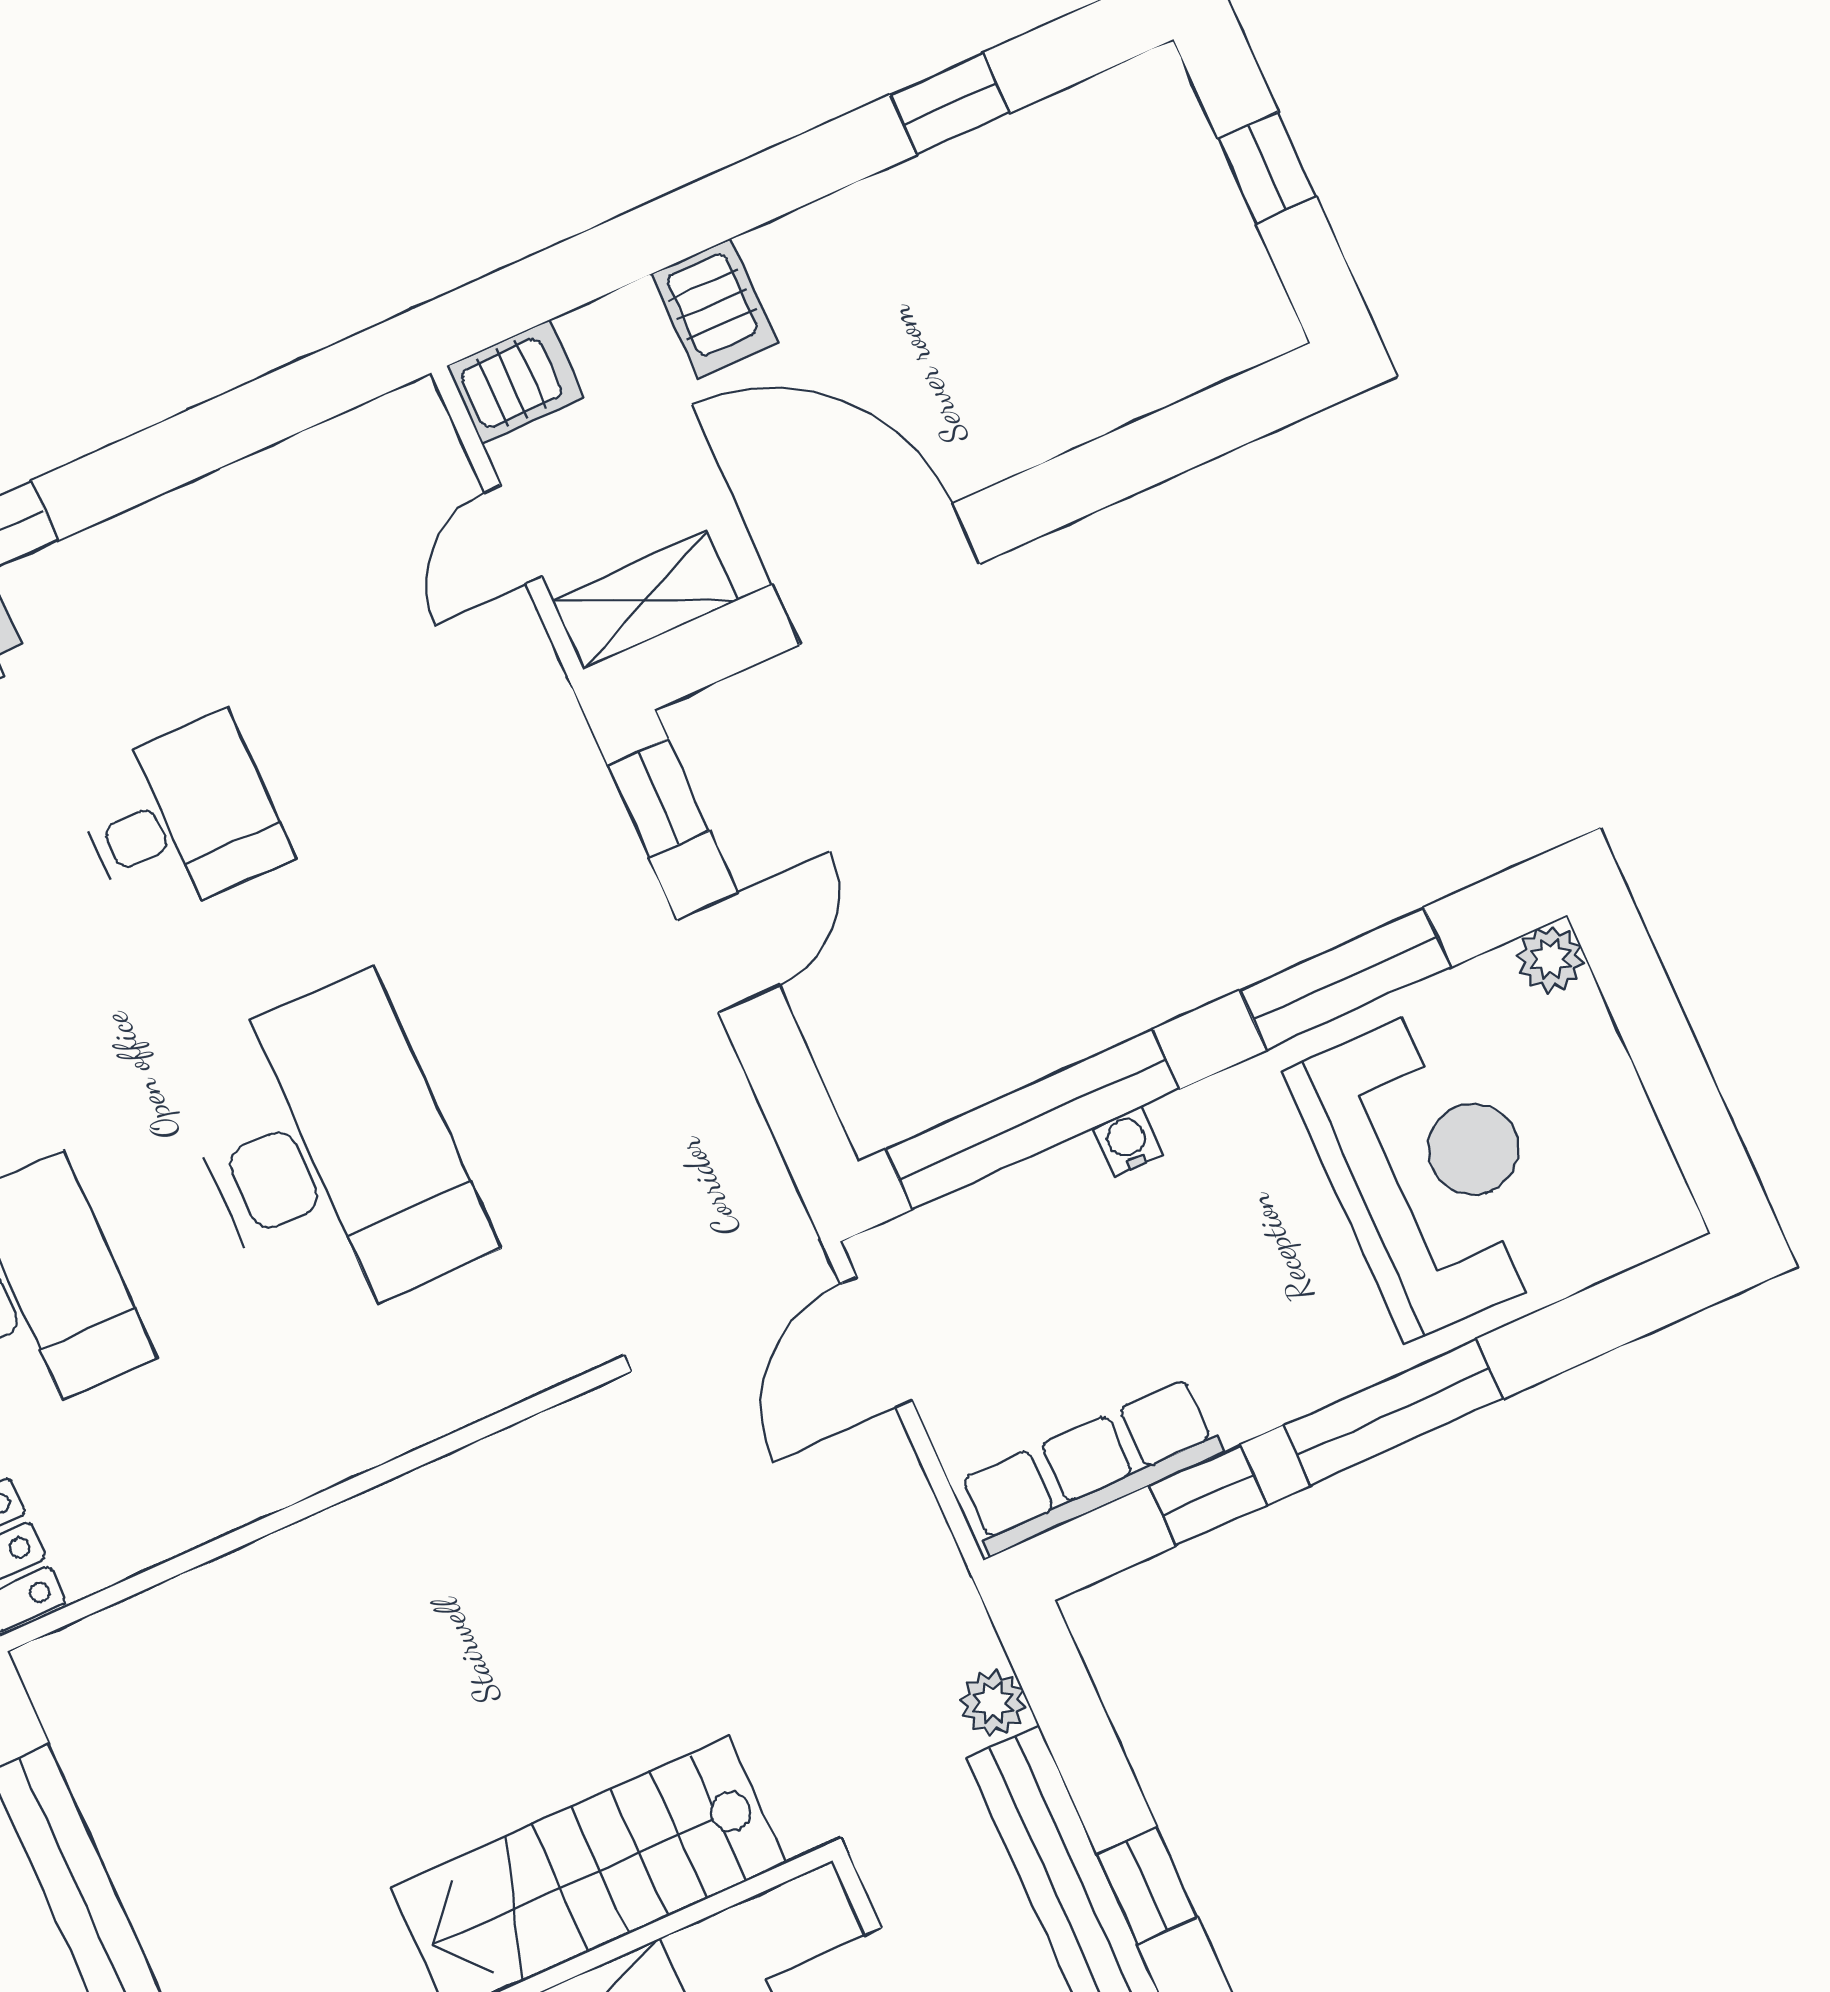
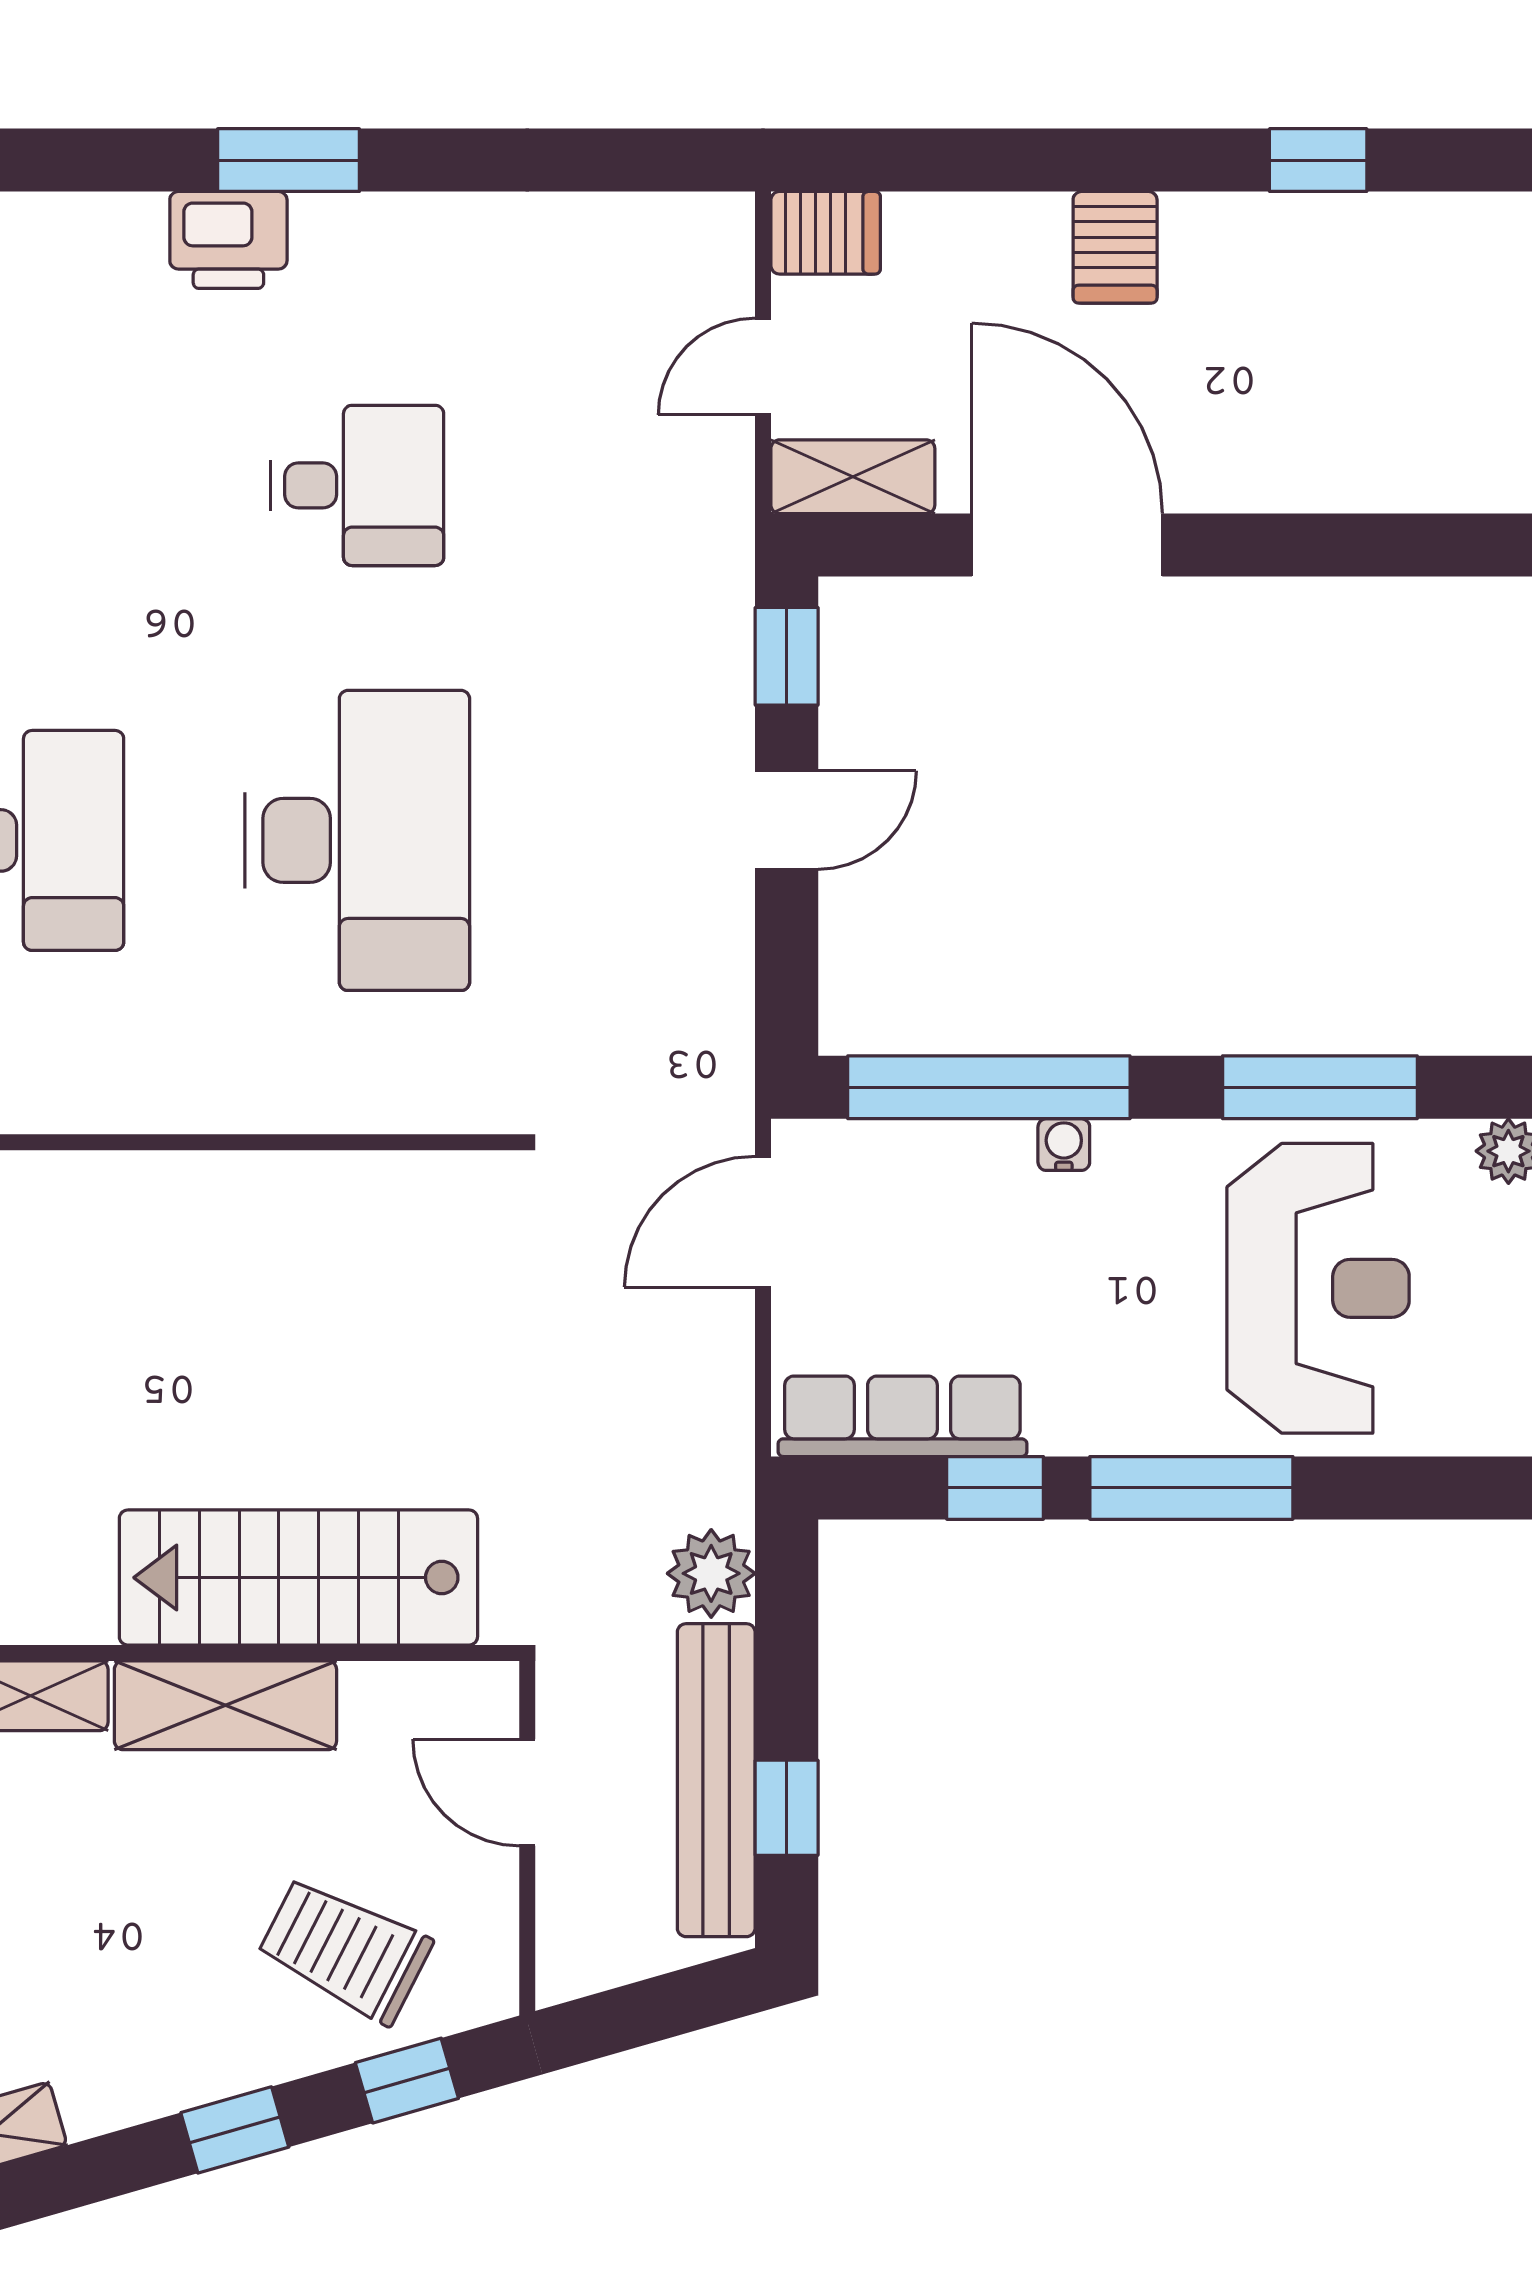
server rack: (714, 309) -> (1115, 247), moved
plant: (993, 1703) -> (711, 1573), width x1.38, depth x1.38

